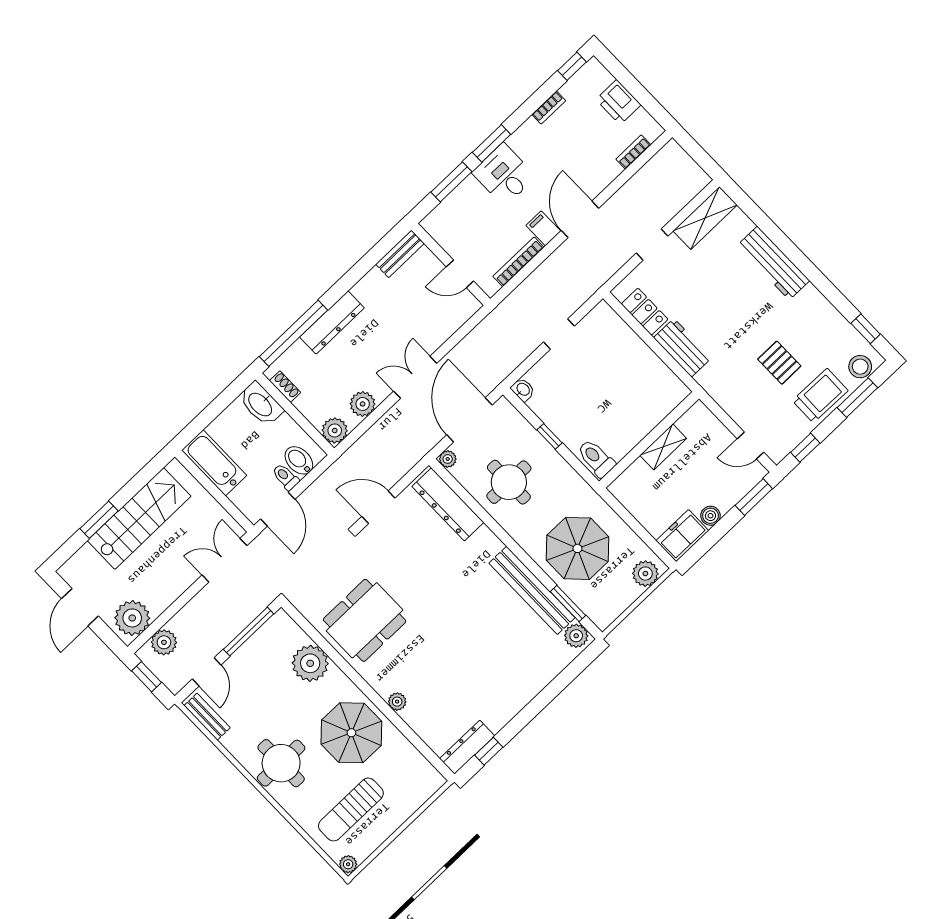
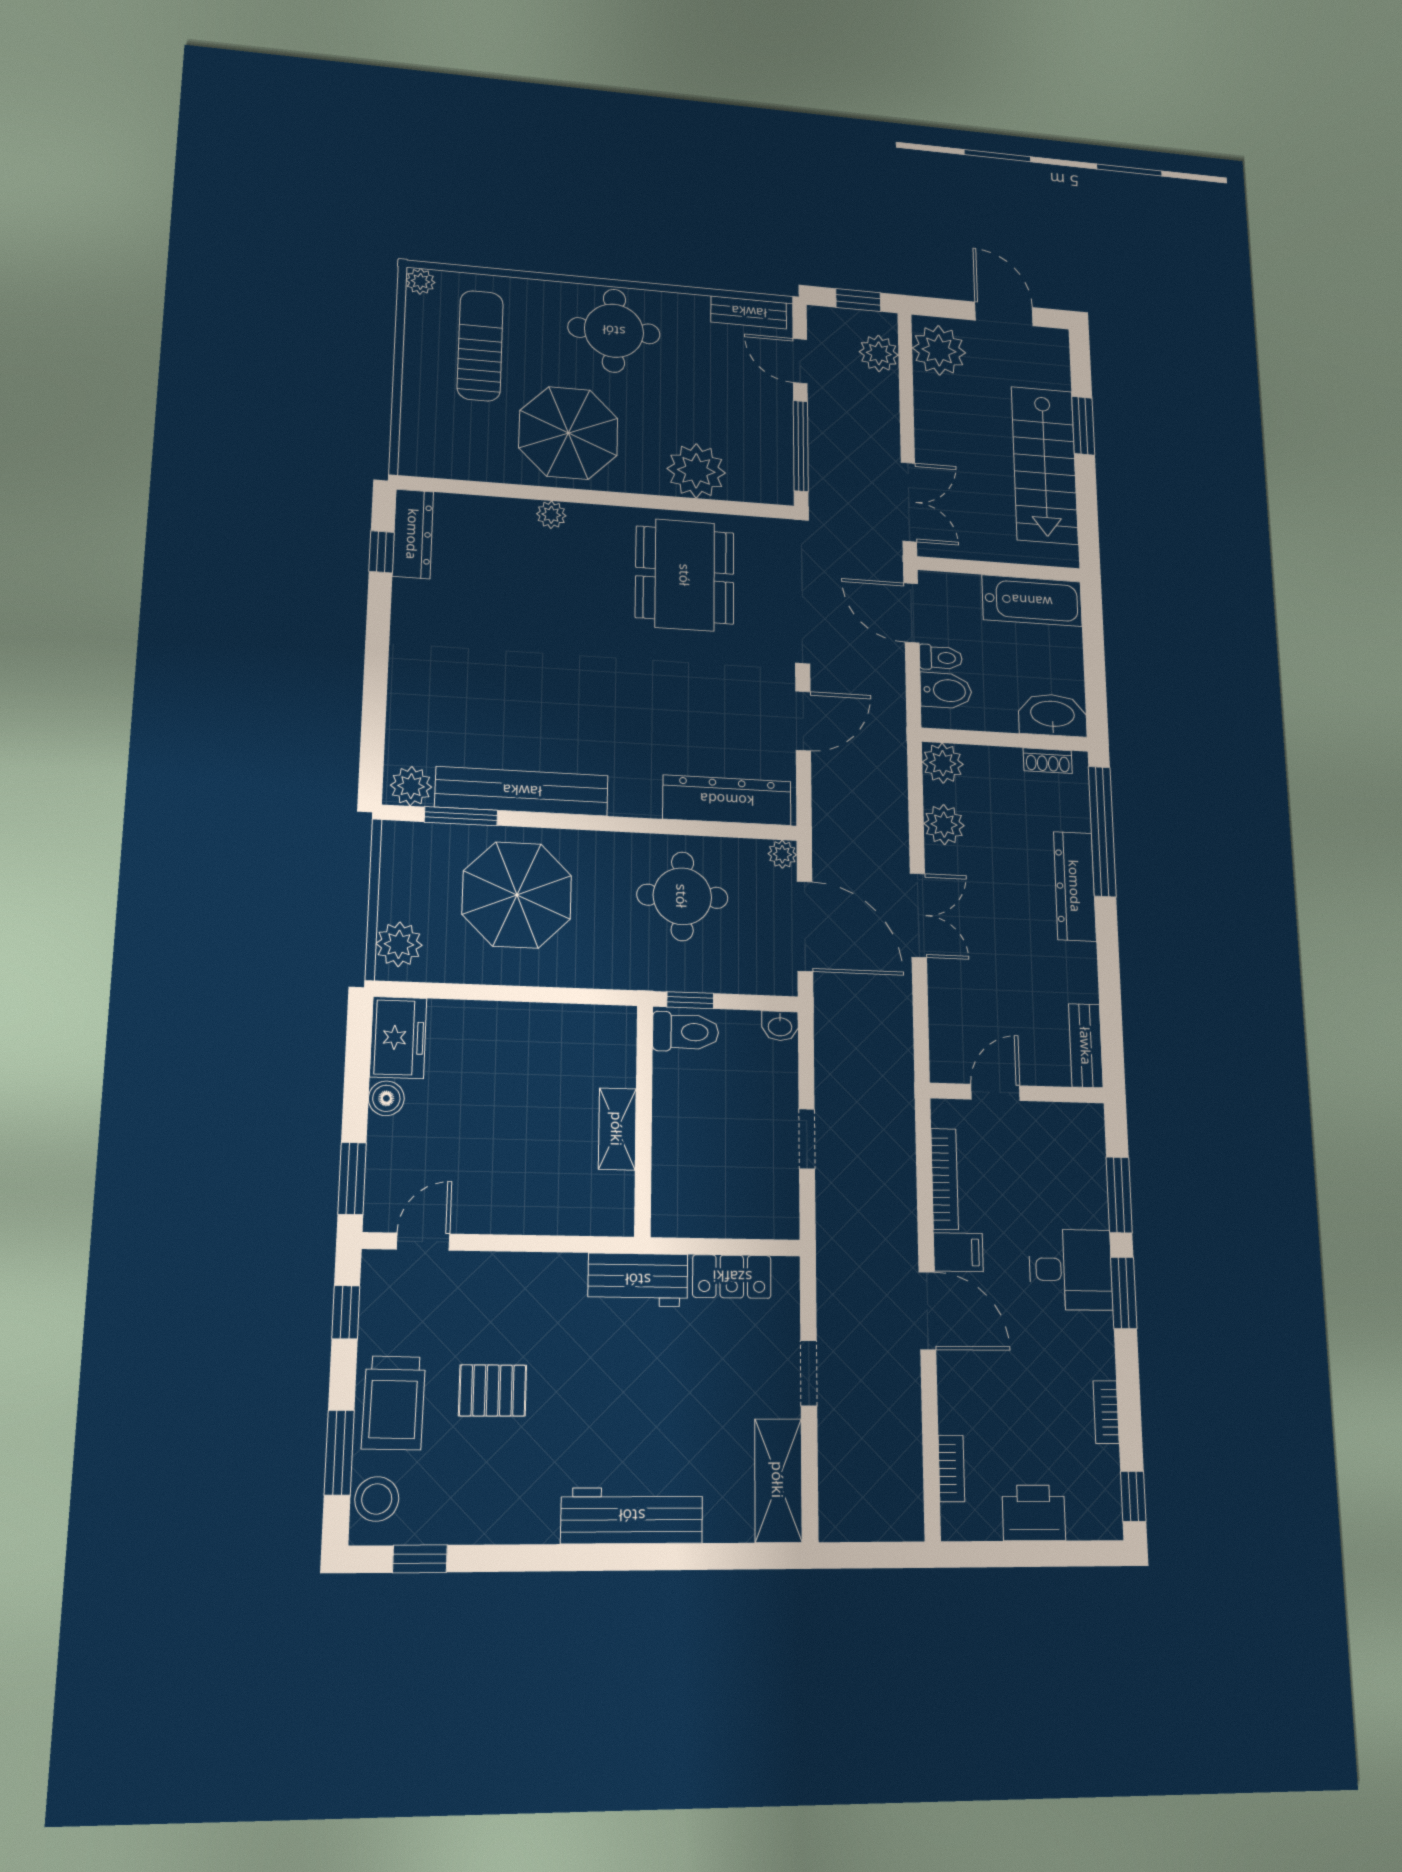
wall: (649, 440) -> (644, 1120), moved
shelving: (663, 447) -> (617, 1129), moved
toilet: (596, 458) -> (686, 1032), moved

